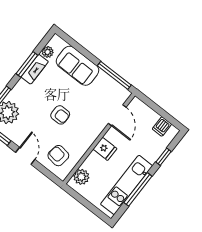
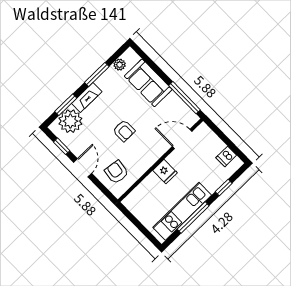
fireplace: (35, 69) -> (87, 98), moved
door: (117, 115) -> (182, 139), swing flipped
plant: (81, 177) -> (137, 197), removed

